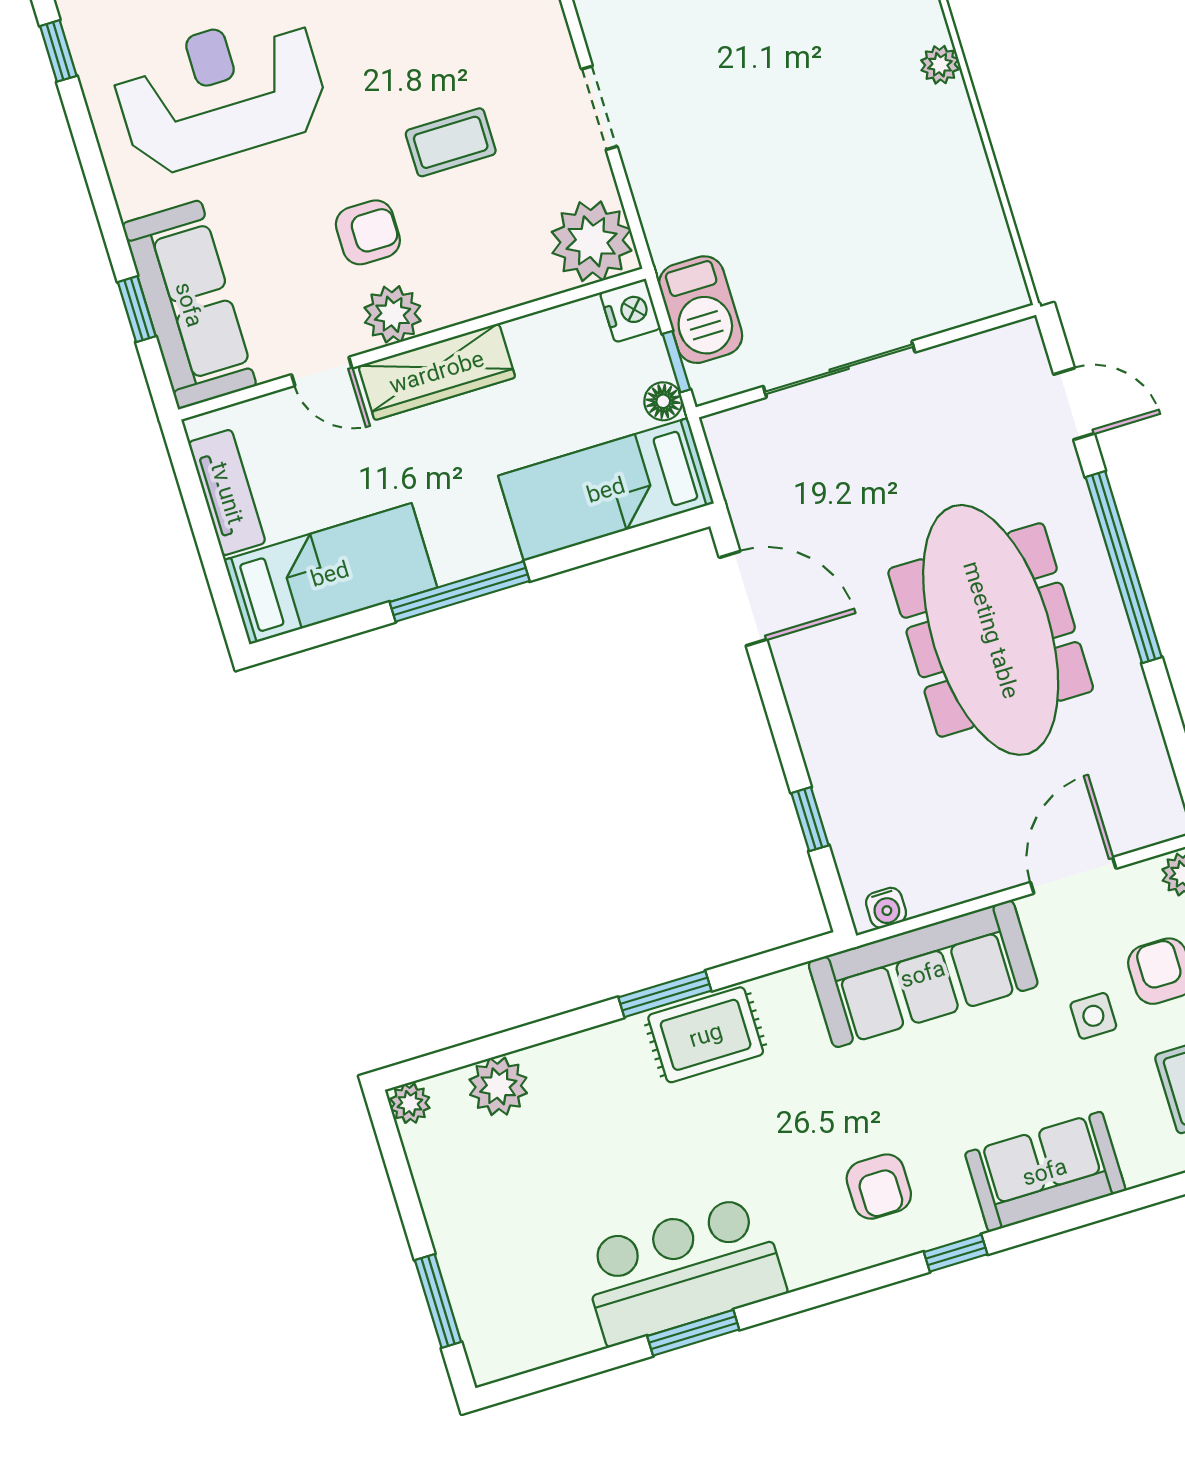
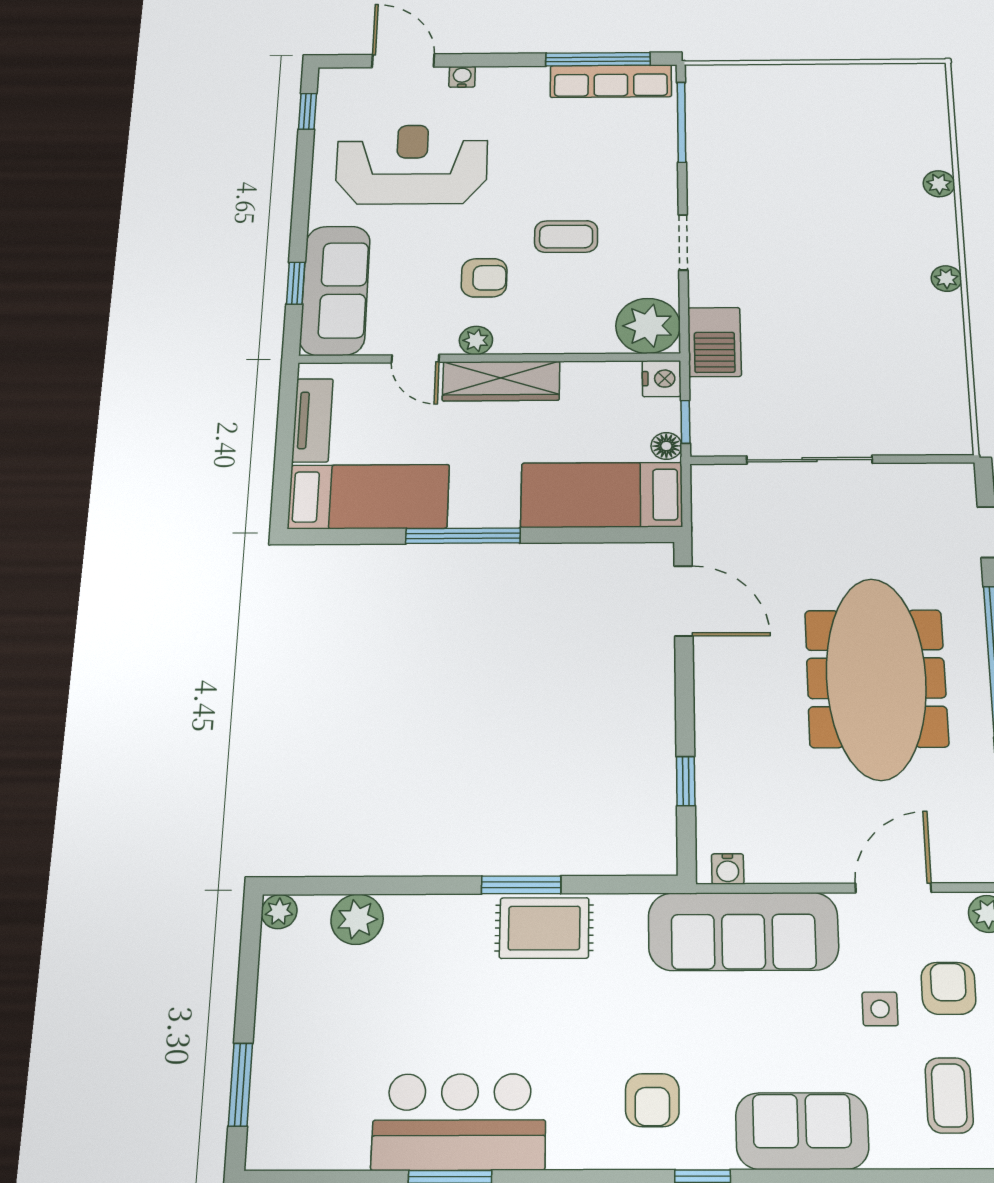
barbecue: (701, 310) -> (714, 342), moved
plant: (393, 314) -> (476, 340), width x0.73, depth x0.73

